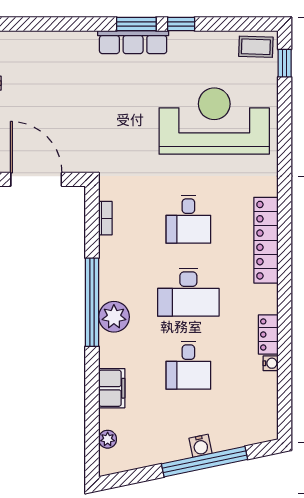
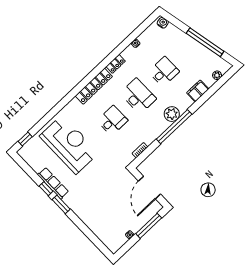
row of seats: (133, 42) -> (53, 183), moved
coffee table: (256, 47) -> (29, 155), removed
reception desk: (214, 121) -> (69, 144), turned 180
locker: (268, 334) -> (116, 64), moved
water cooler: (201, 446) -> (163, 23), moved
window: (204, 462) -> (205, 42), moved

